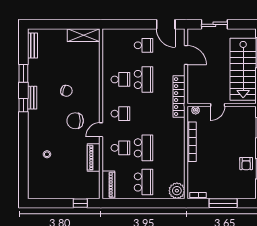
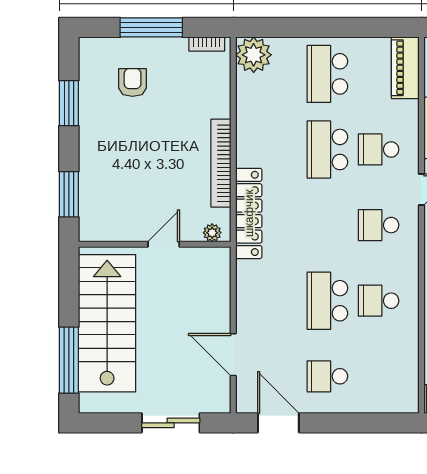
locker: (179, 97) -> (249, 213), moved
armchair: (246, 164) -> (133, 82), moved

